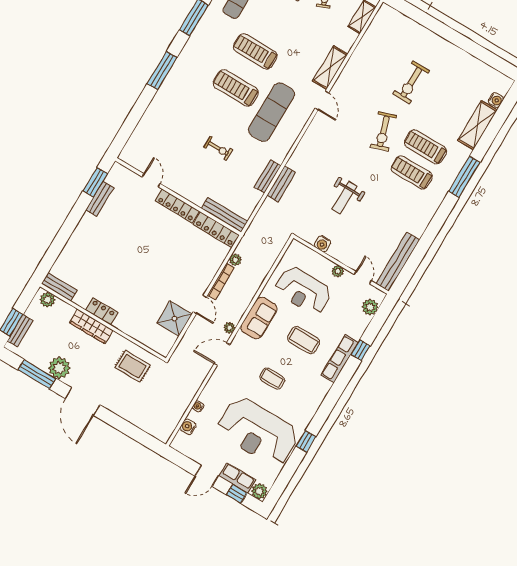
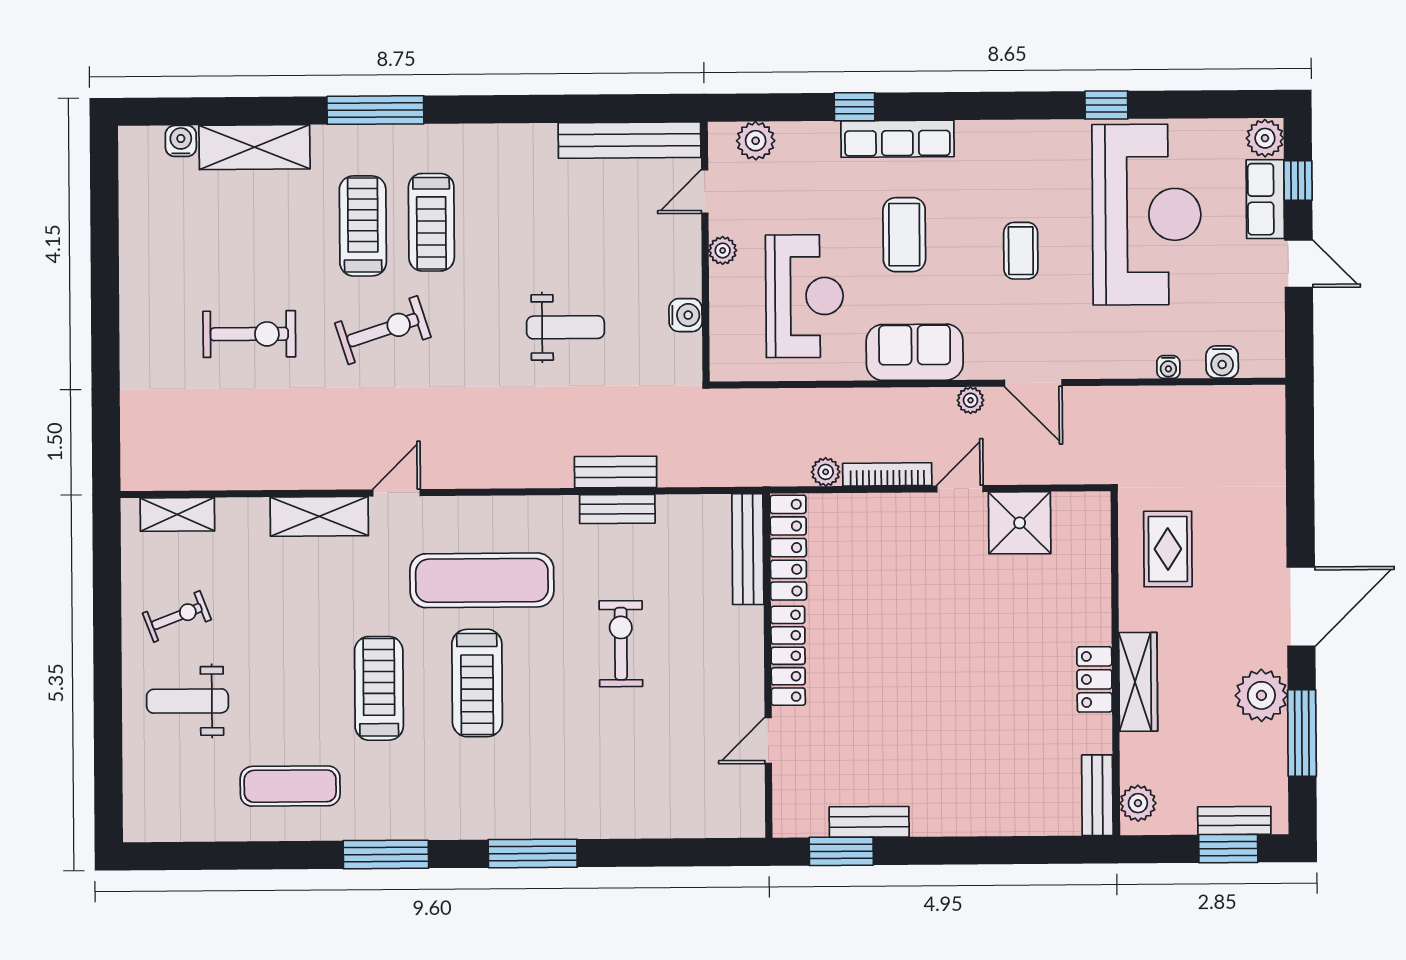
treadmill: (255, 51) -> (379, 688), turned 180
treadmill: (425, 147) -> (363, 226), turned 180
exercise bike: (218, 148) -> (621, 644), width x1.38, depth x1.39

